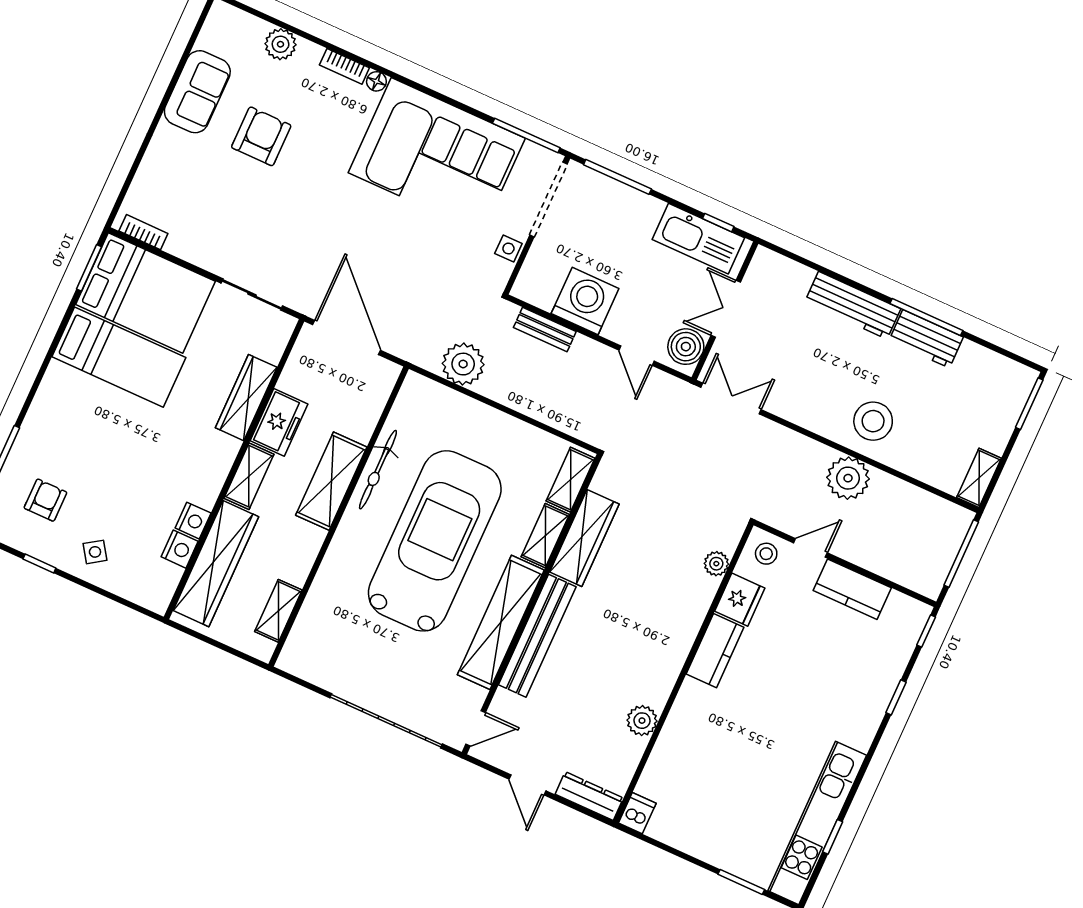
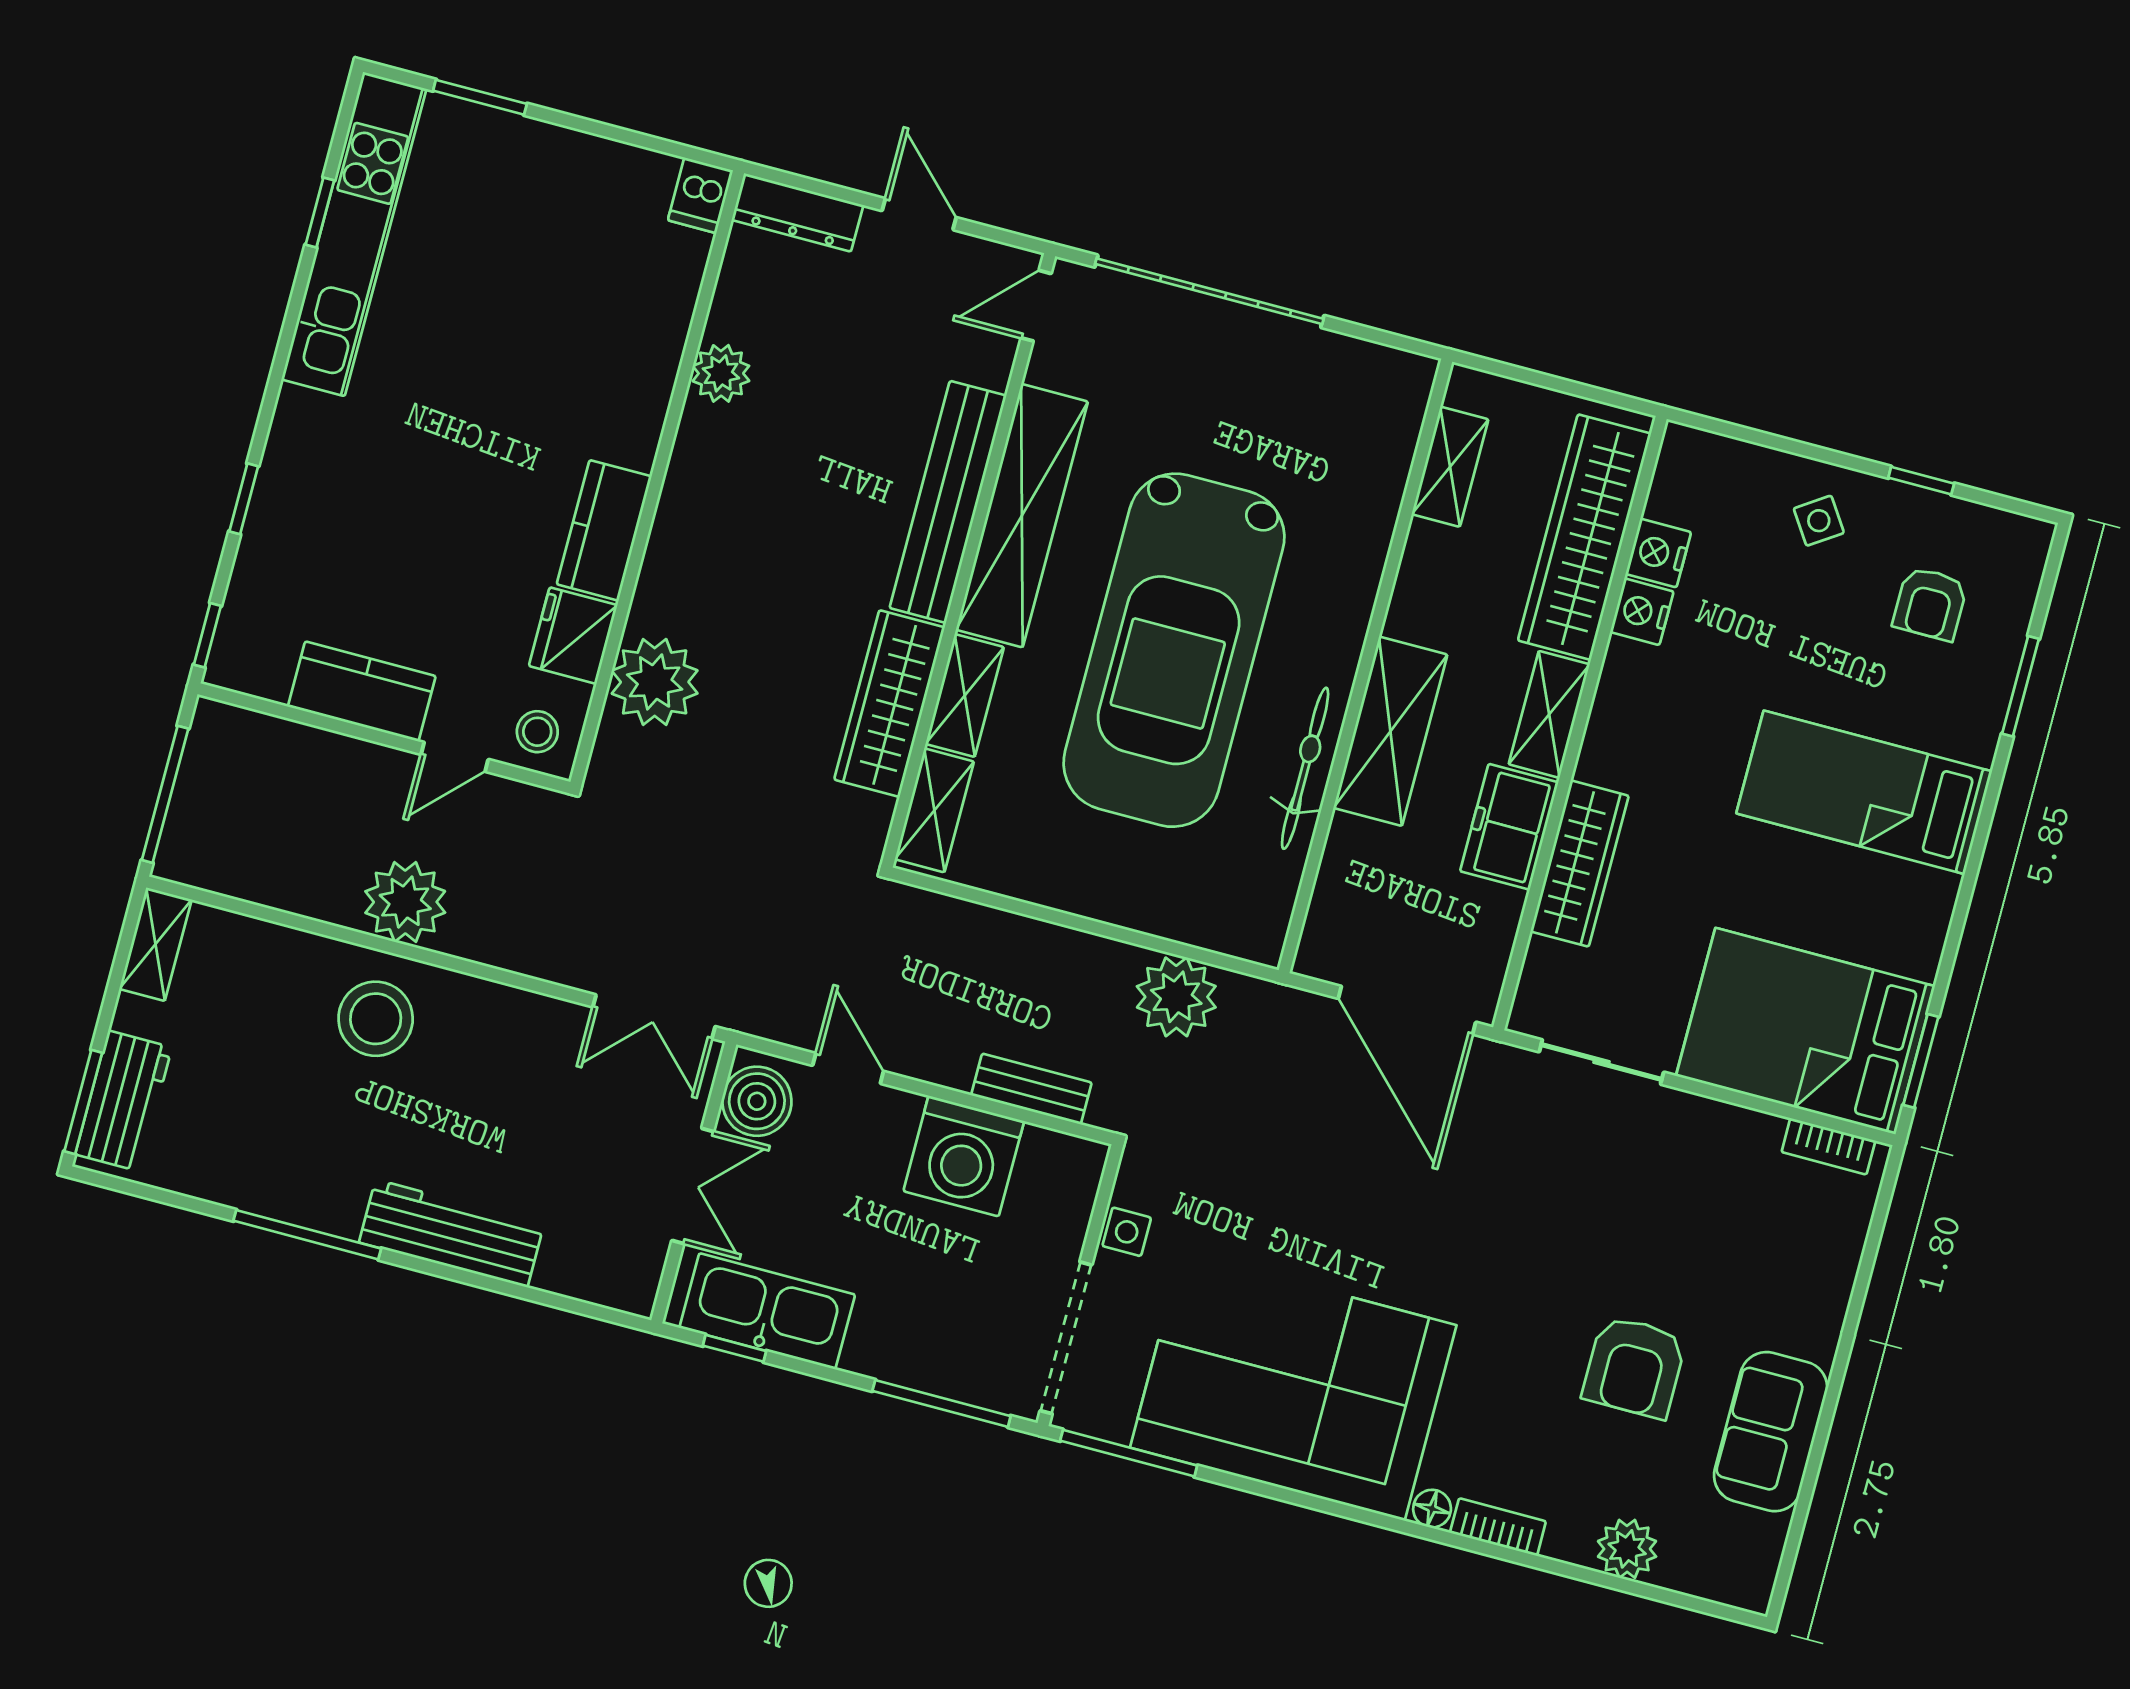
workbench: (926, 339) -> (124, 1101), moved, turned 90
bed: (119, 357) -> (1864, 792), moved
plant: (716, 564) -> (655, 682), width x1.88, depth x1.88

